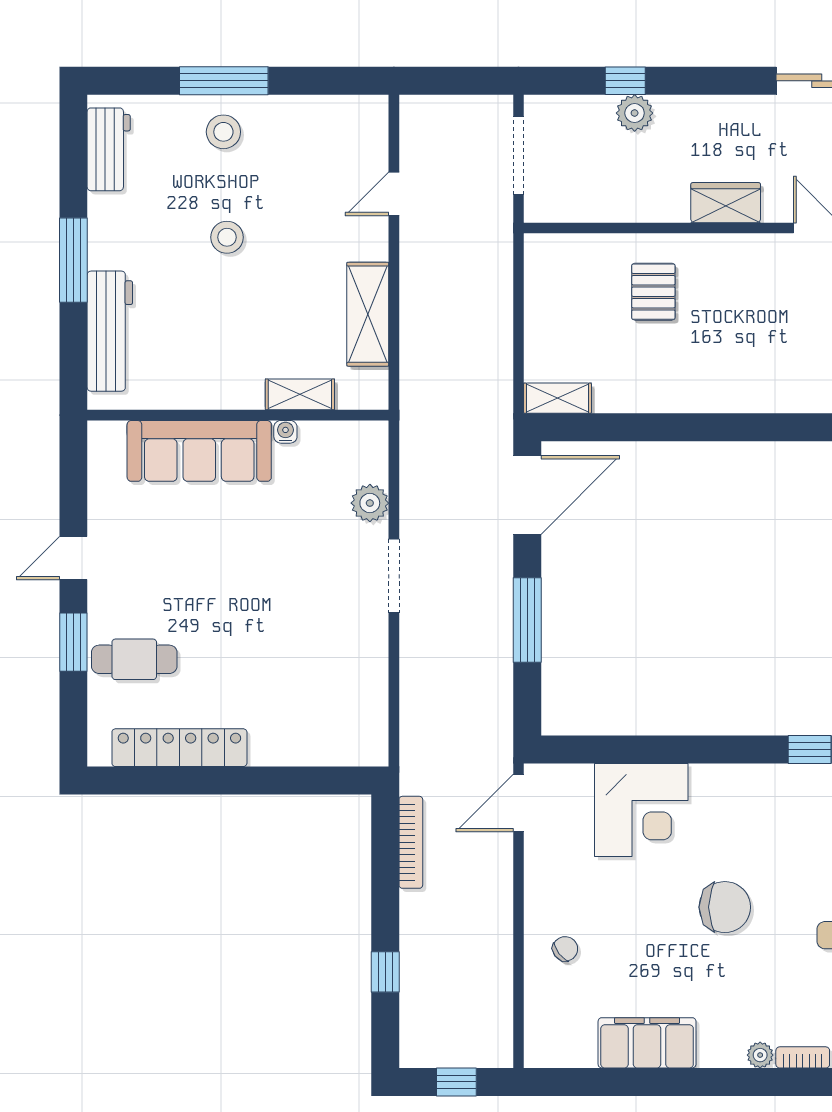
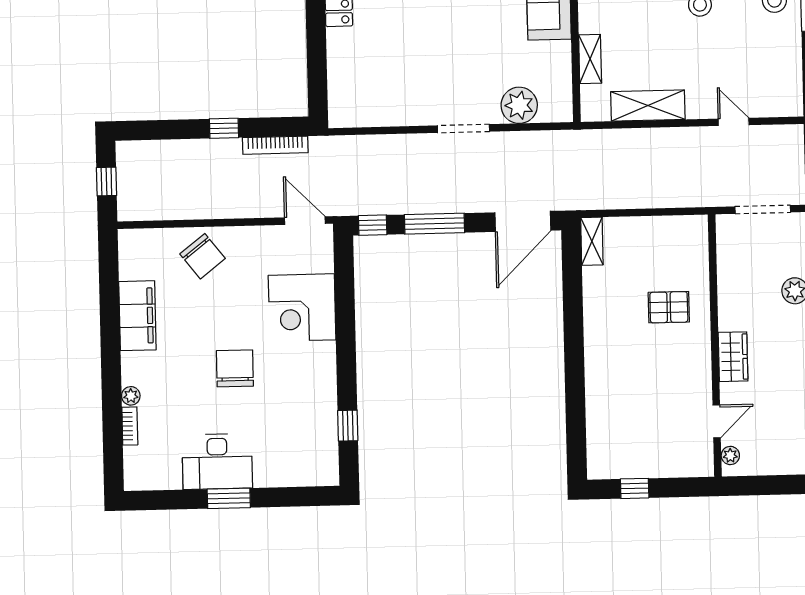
water cooler: (285, 432) -> (563, 49), removed
door: (527, 495) -> (523, 221), hinge flipped
plant: (370, 503) -> (519, 105), width x1.36, depth x1.36
window: (527, 707) -> (373, 225), added
chair: (725, 907) -> (235, 368), turned 180
chair: (565, 949) -> (203, 256), width x1.87, depth x1.87
window: (385, 972) -> (224, 128), moved

